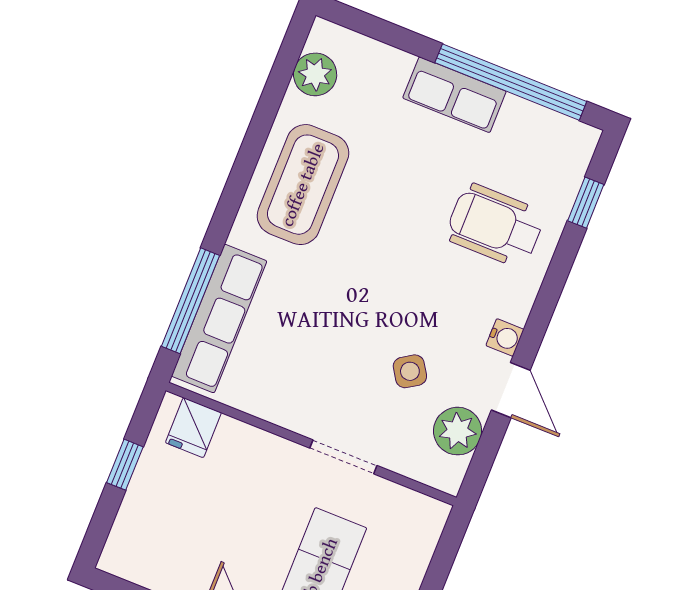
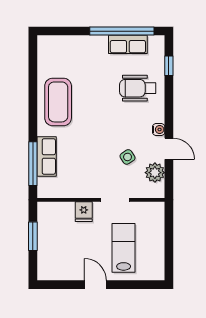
plant: (315, 74) -> (46, 58), removed
row of seats: (454, 95) -> (128, 44), moved
row of seats: (219, 319) -> (47, 156), width x0.68
fridge: (193, 428) -> (84, 212), moved
window: (125, 465) -> (33, 236), width x1.50

